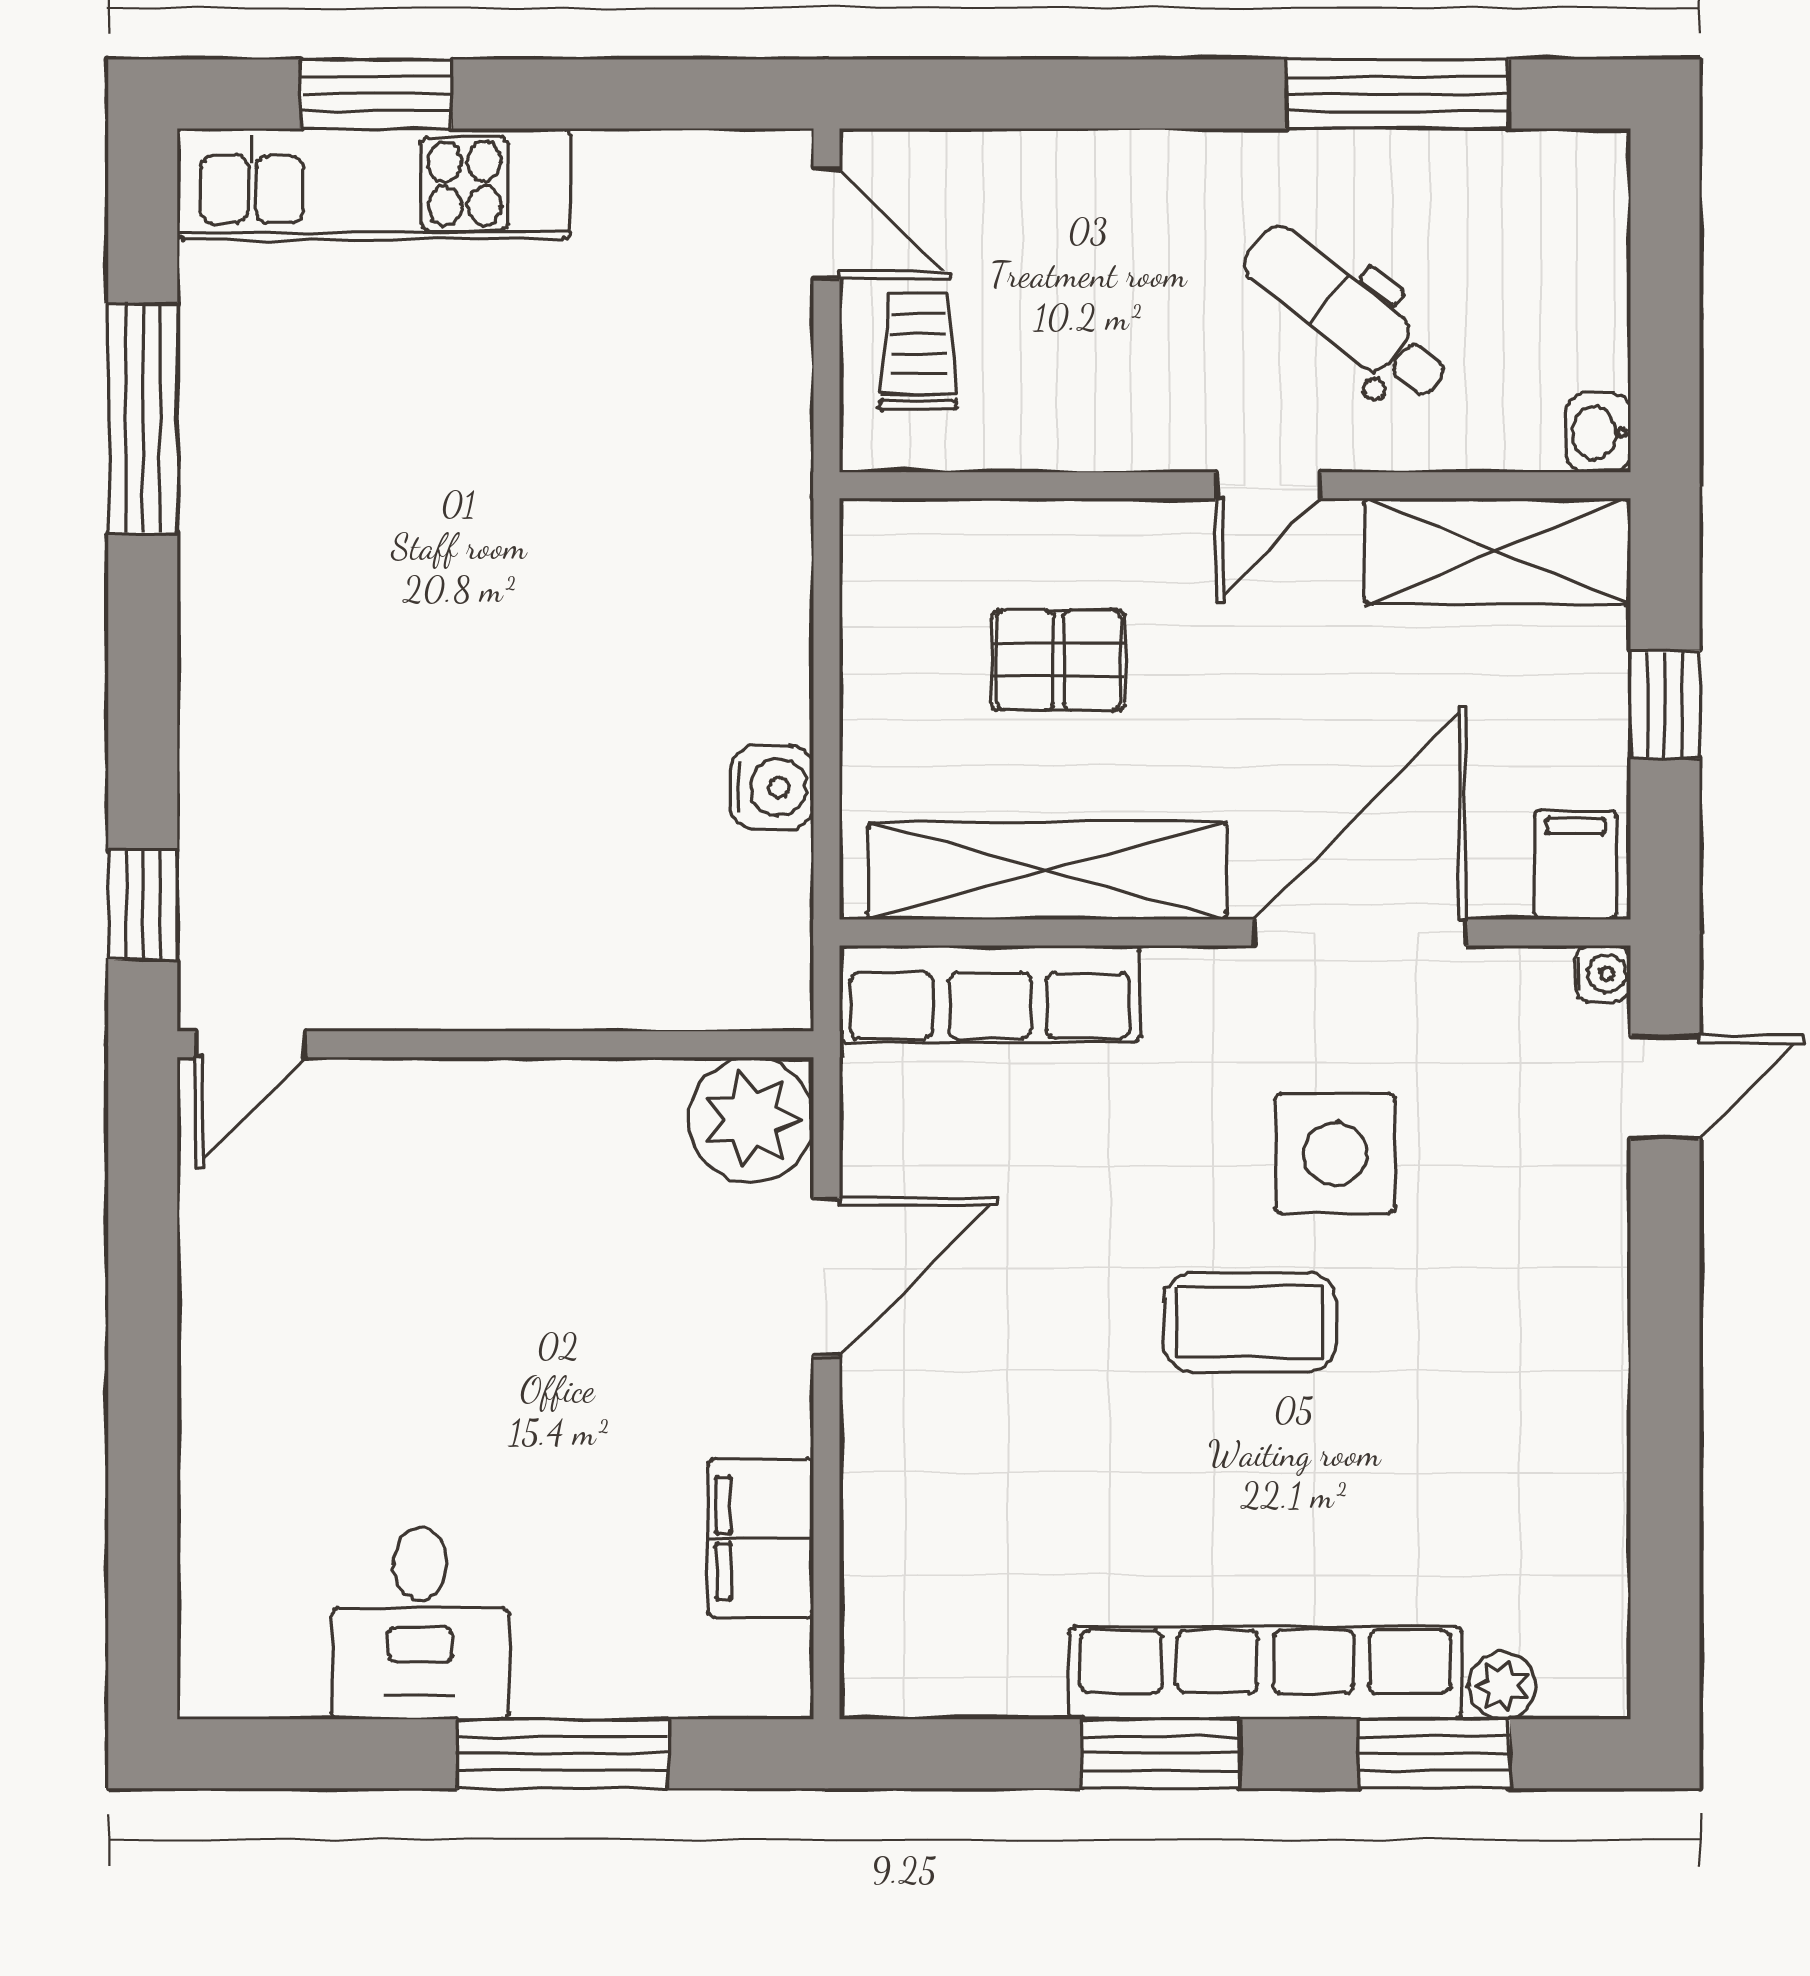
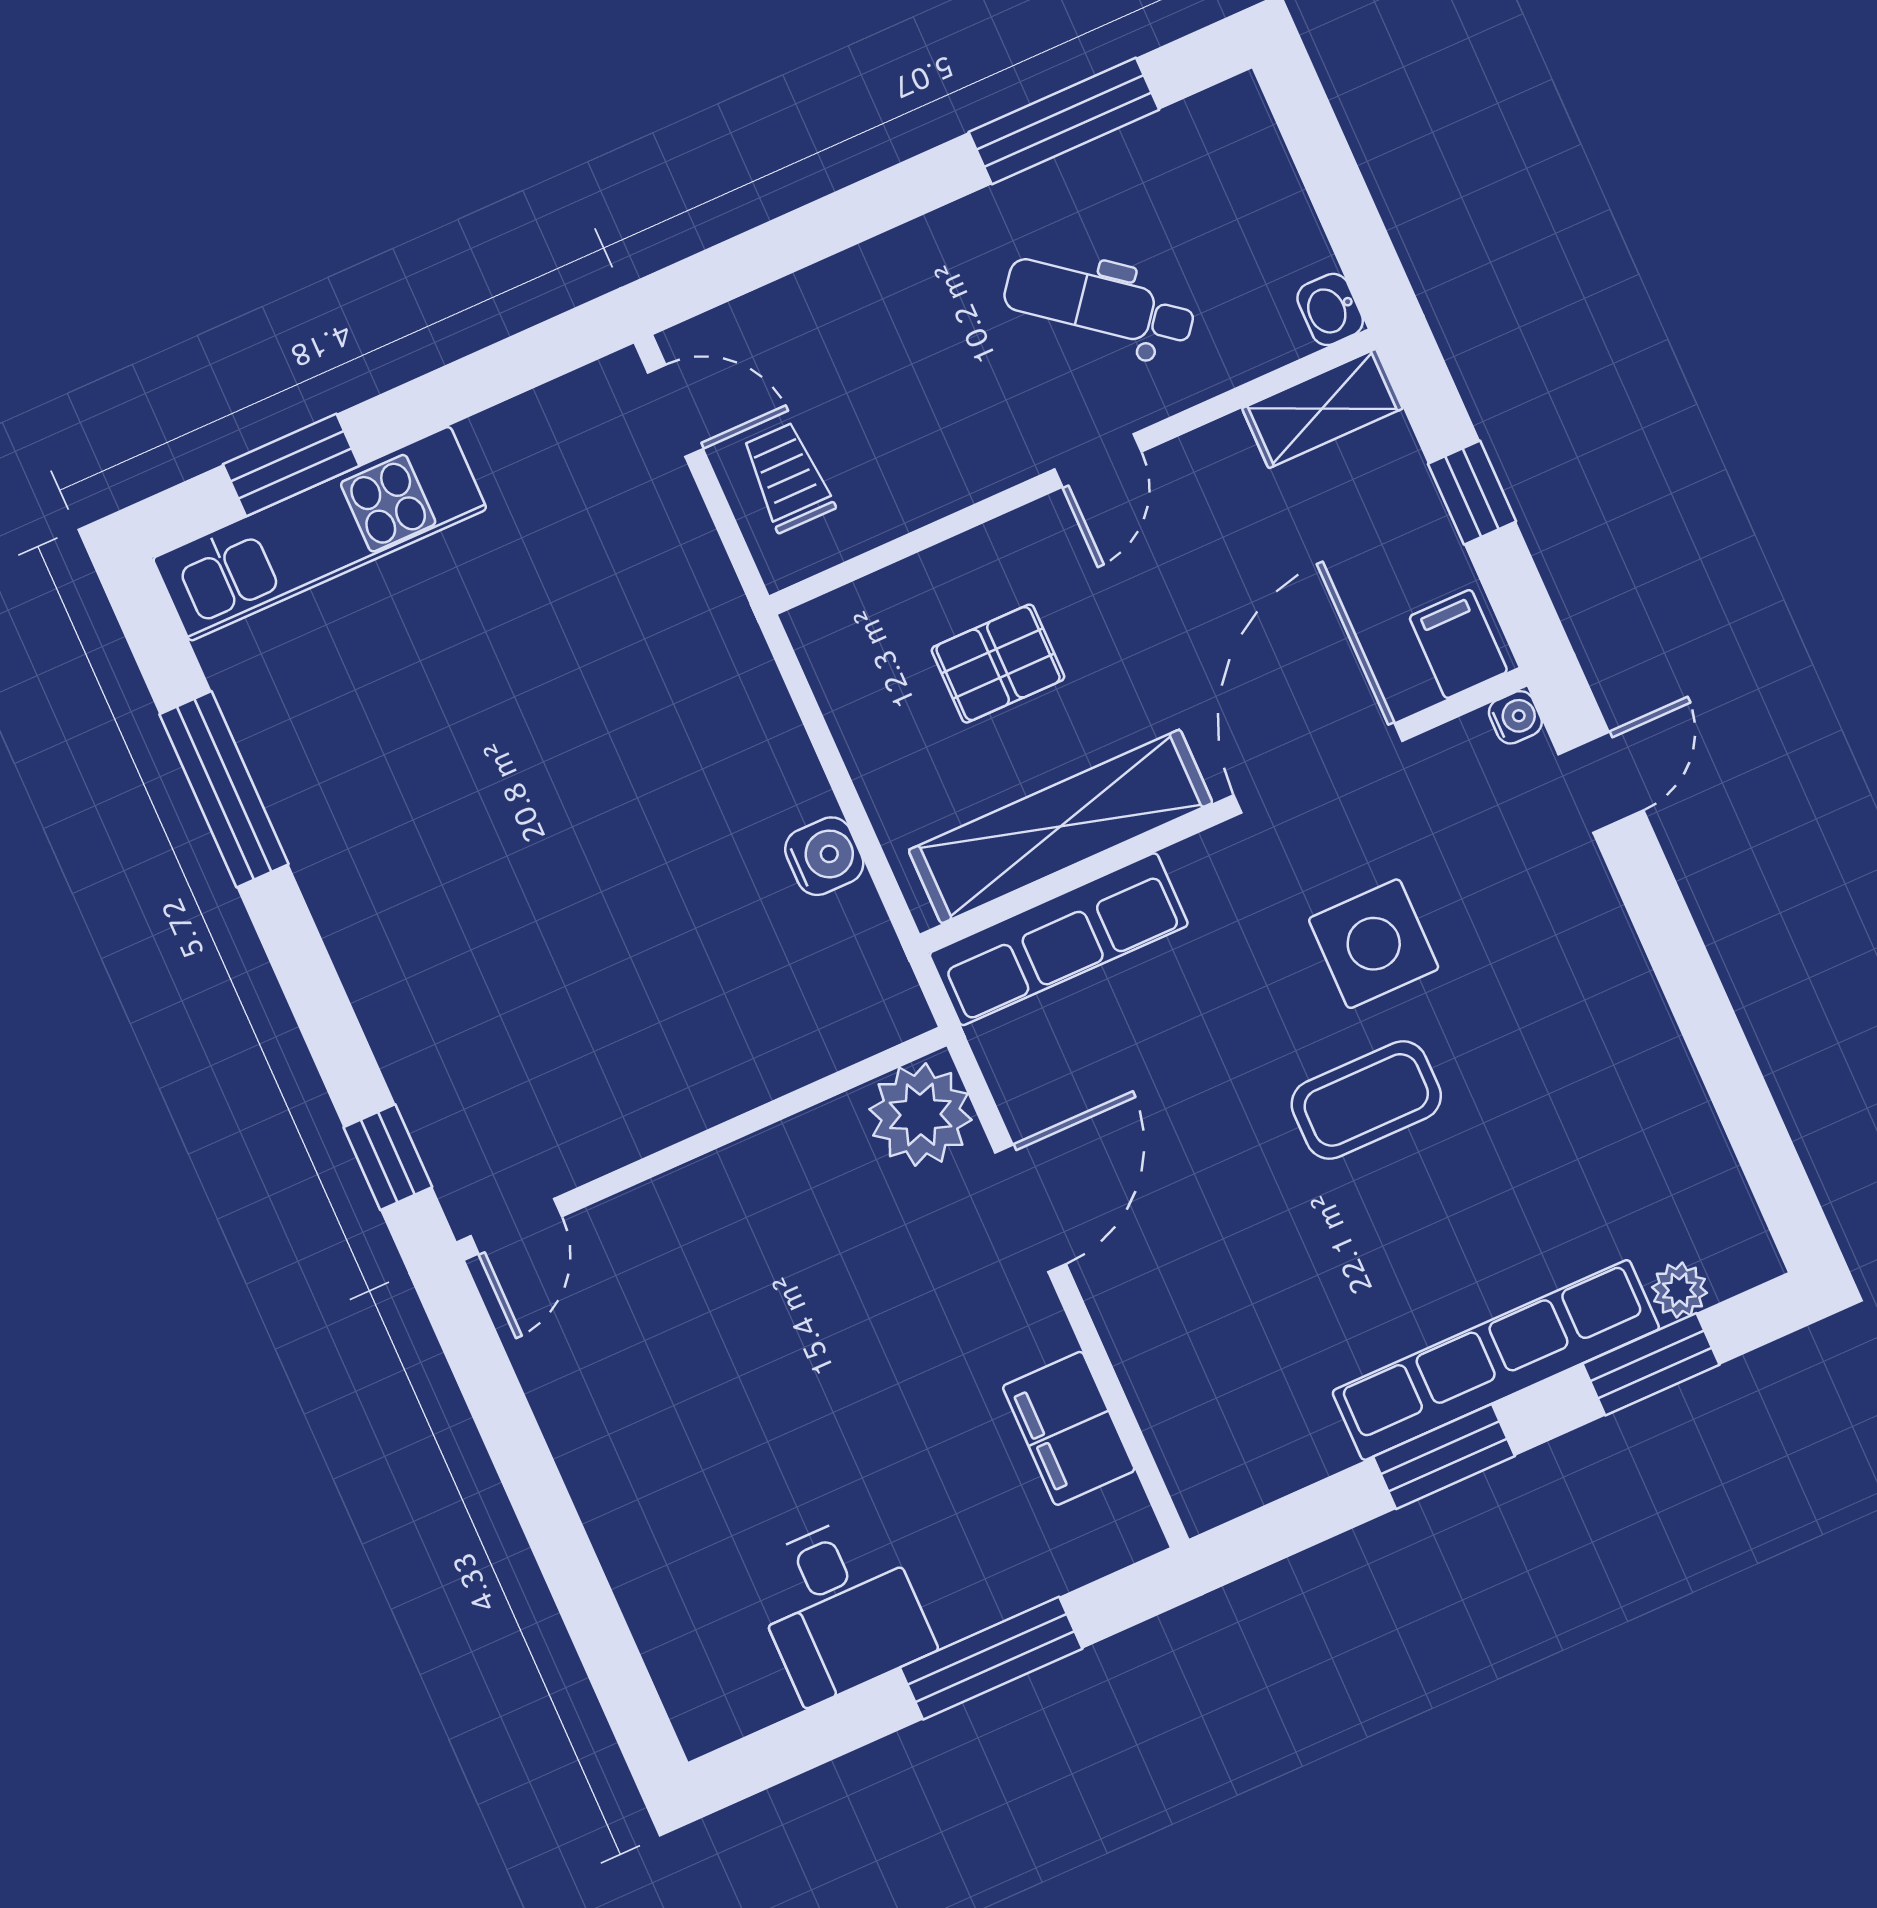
shelving: (1497, 551) -> (1322, 408), width x0.67, depth x0.75

